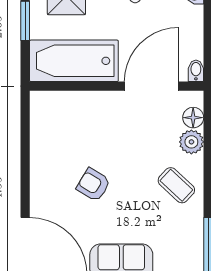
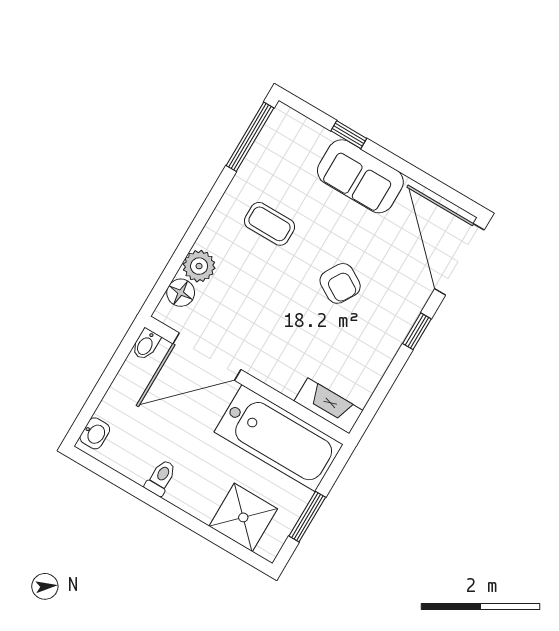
fireplace: (54, 101) -> (329, 406), added
window: (25, 183) -> (417, 331), added
coffee table: (176, 185) -> (270, 224), moved, turned -43

